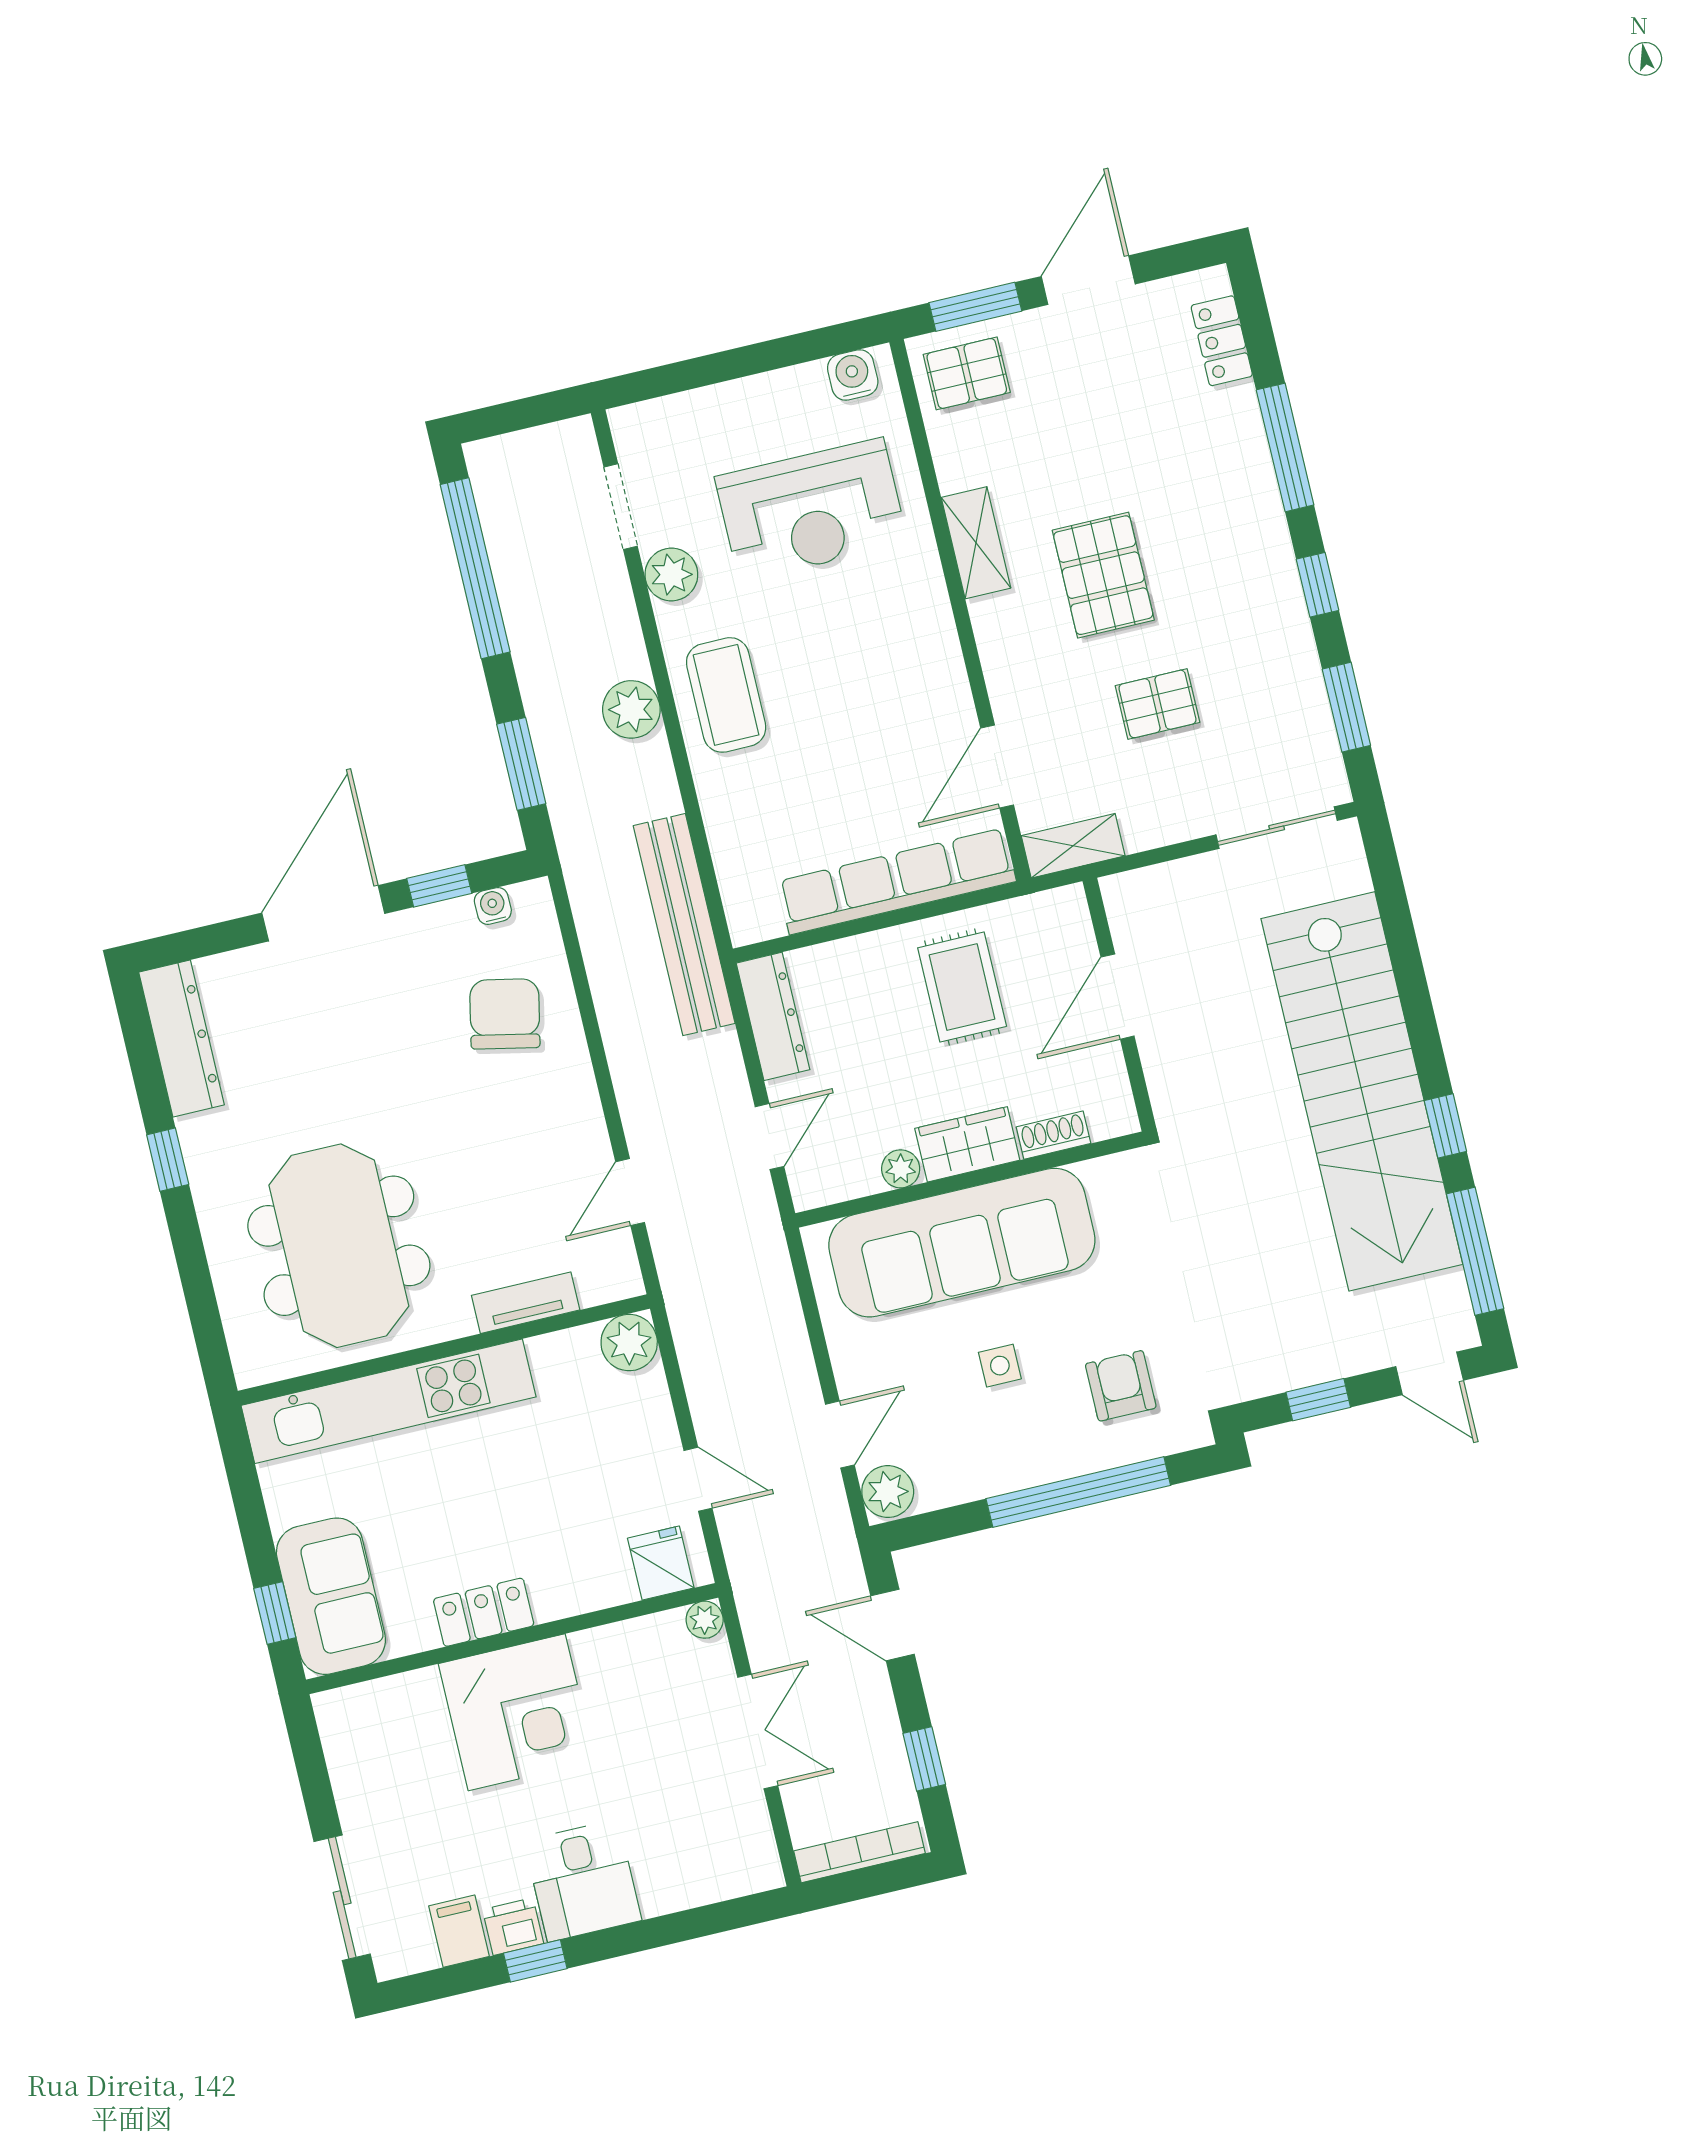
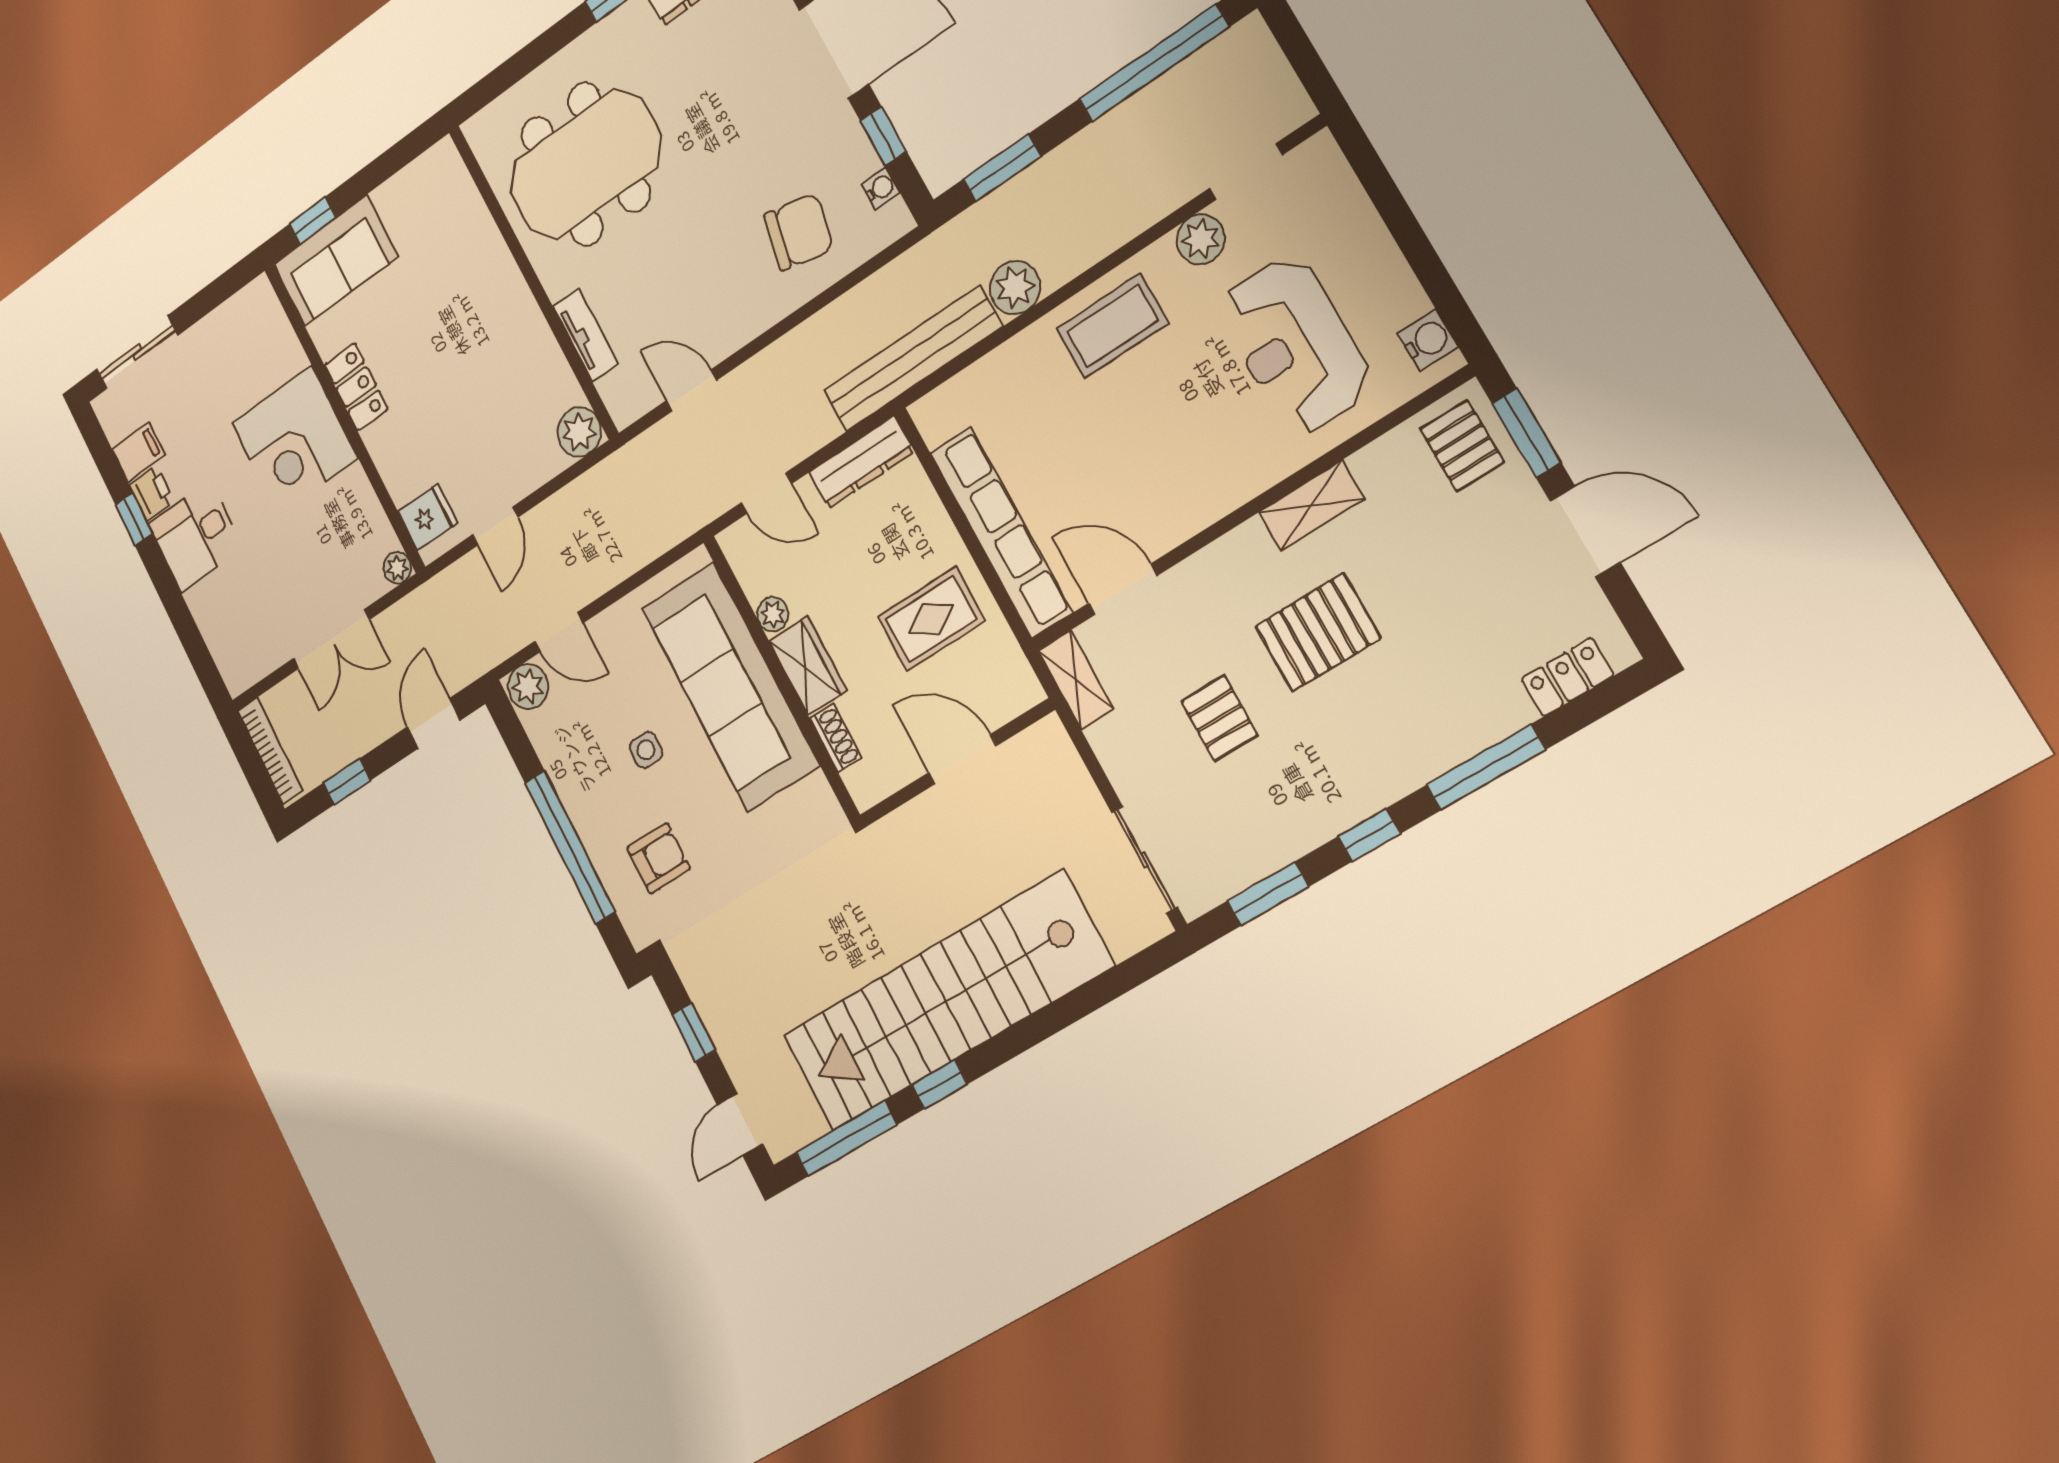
plant: (631, 709) -> (1015, 287), moved
kitchen unit: (389, 1401) -> (484, 251), removed

